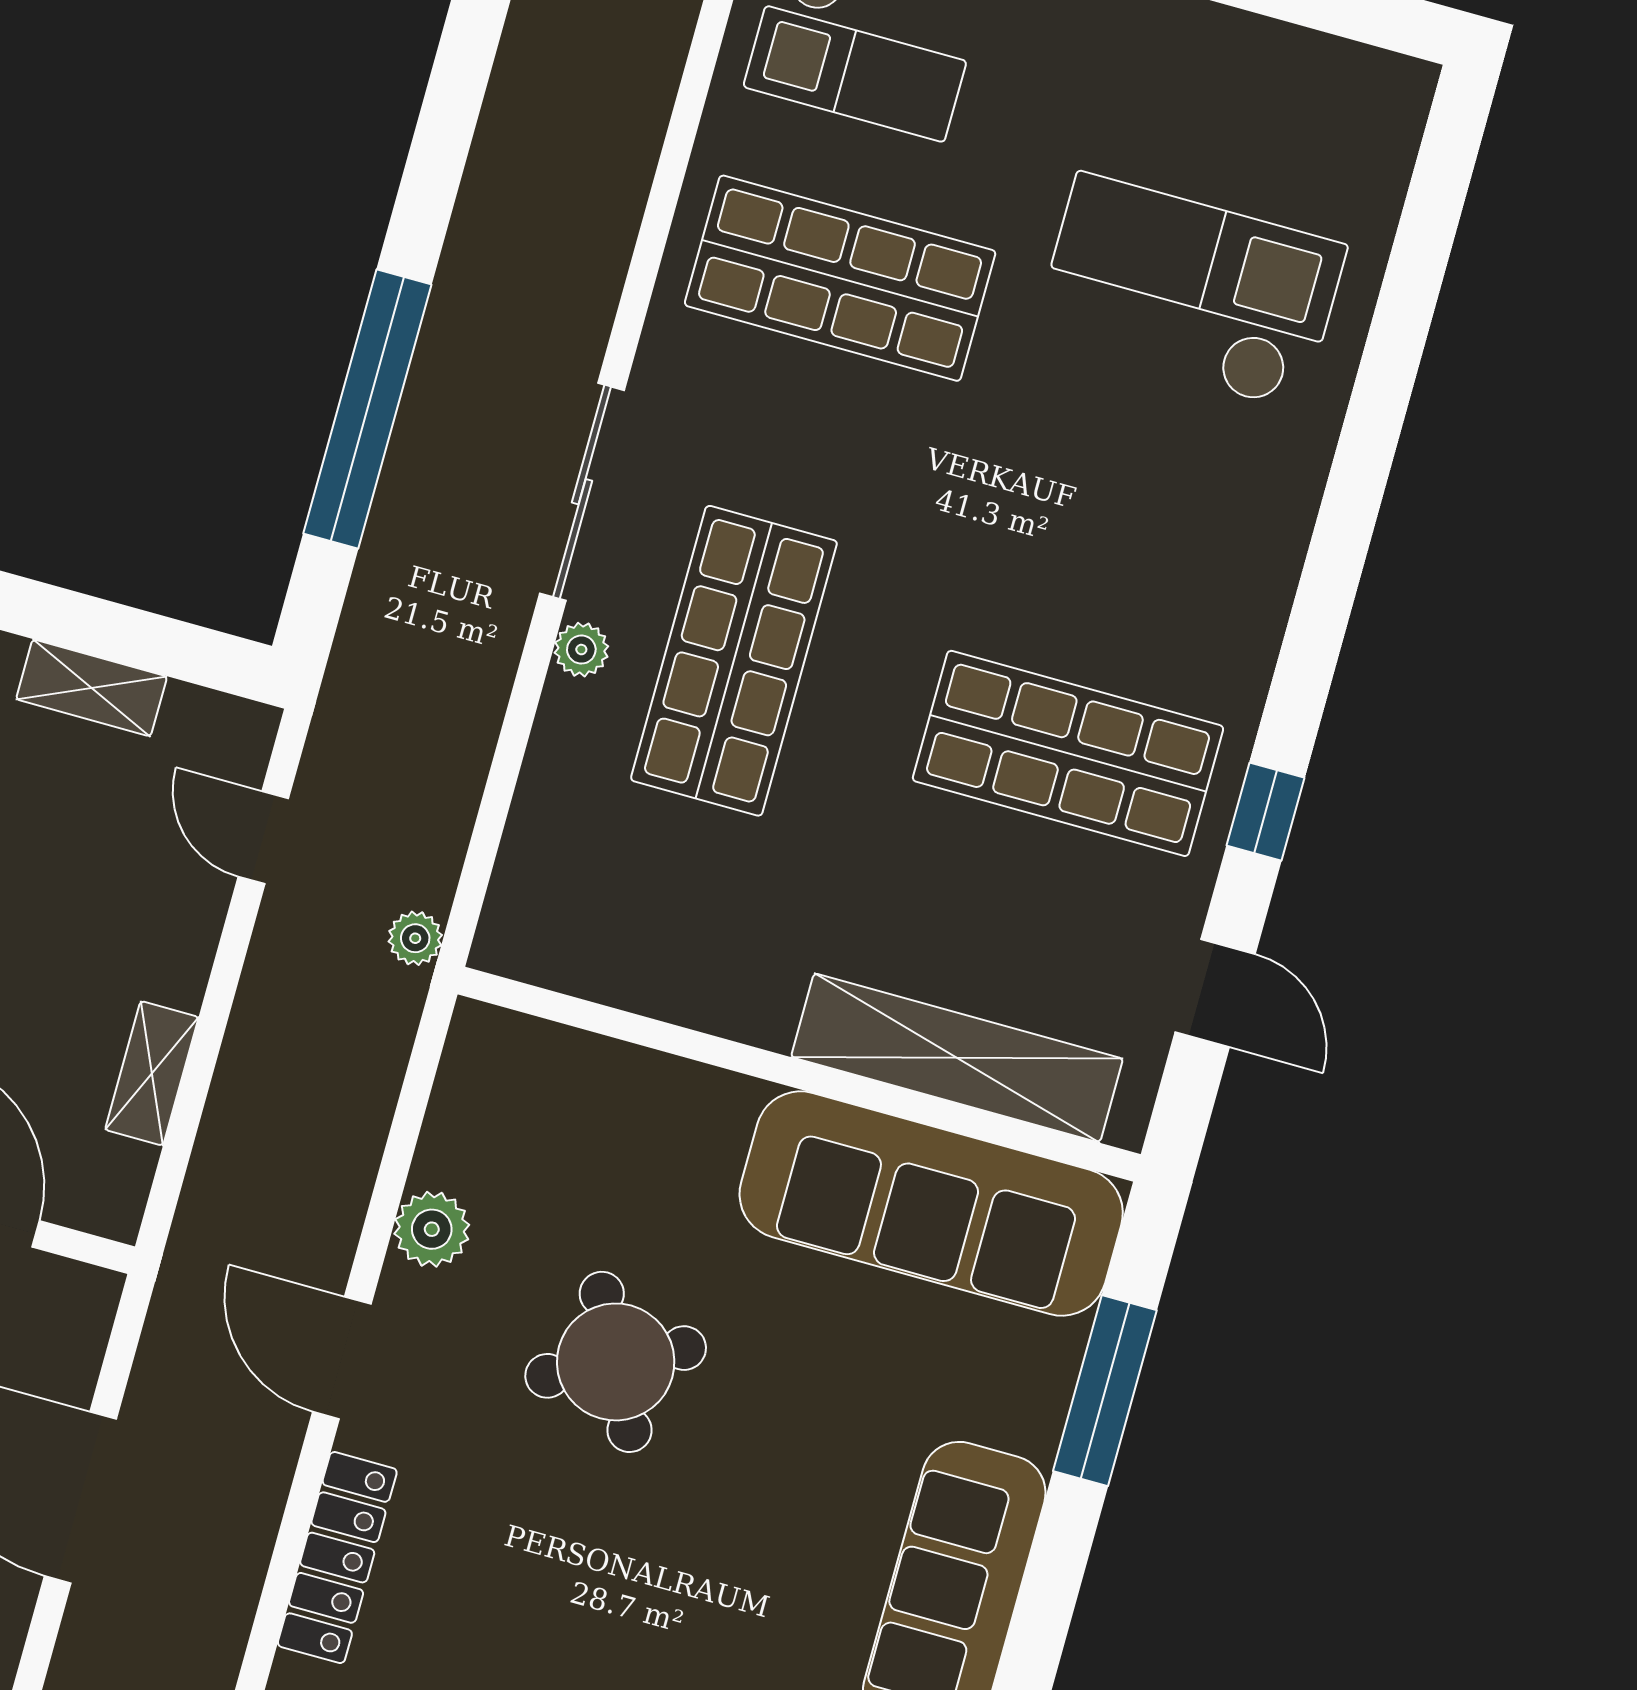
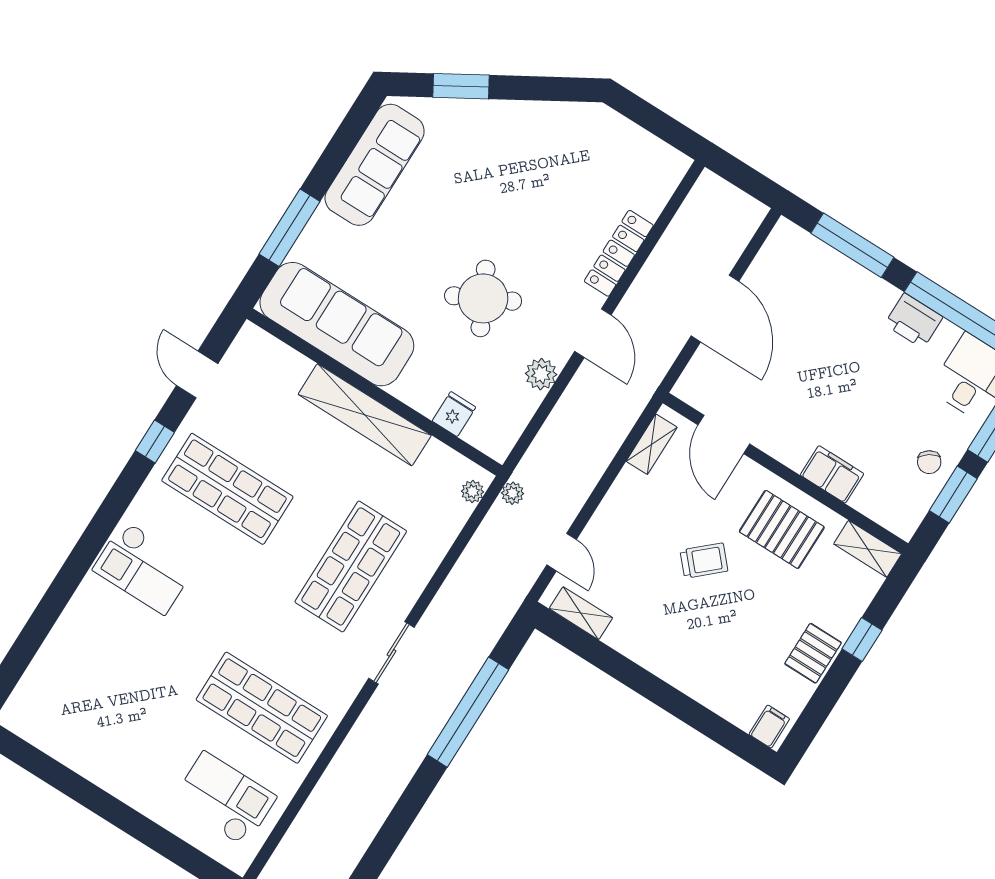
checkout: (1190, 292) -> (144, 568), moved, width x0.73, depth x0.83
sliding door: (582, 492) -> (391, 653), width x0.73
plant: (581, 650) -> (472, 492), moved
shelving: (92, 688) -> (581, 613), moved
shelving: (957, 1058) -> (365, 415), moved
shelving: (152, 1073) -> (652, 444), moved
fridge: (603, 1078) -> (454, 414), added

